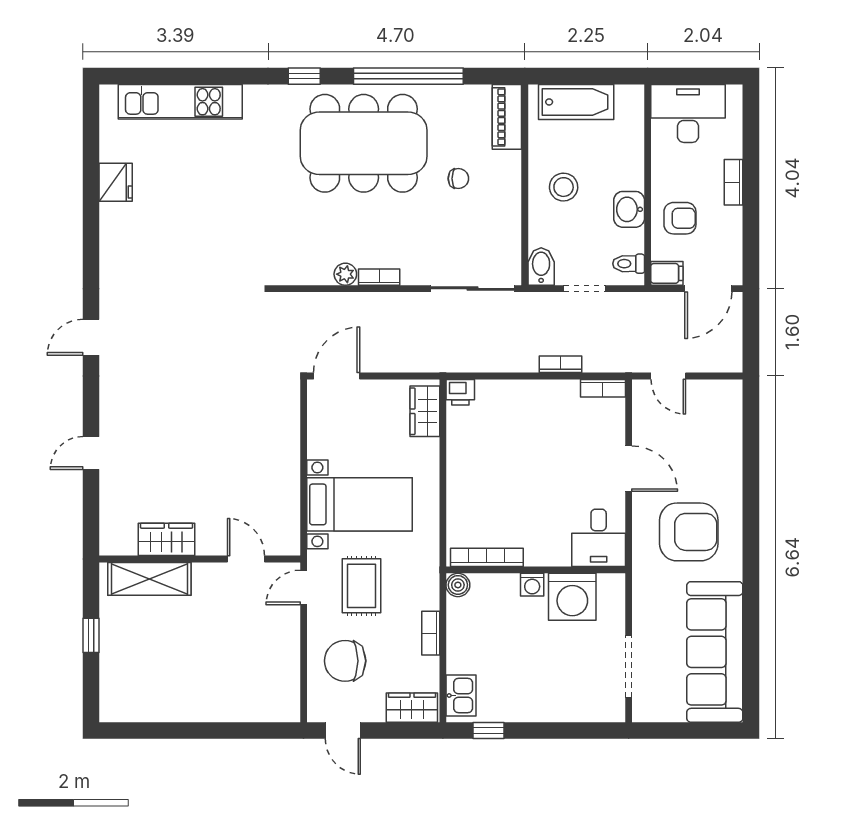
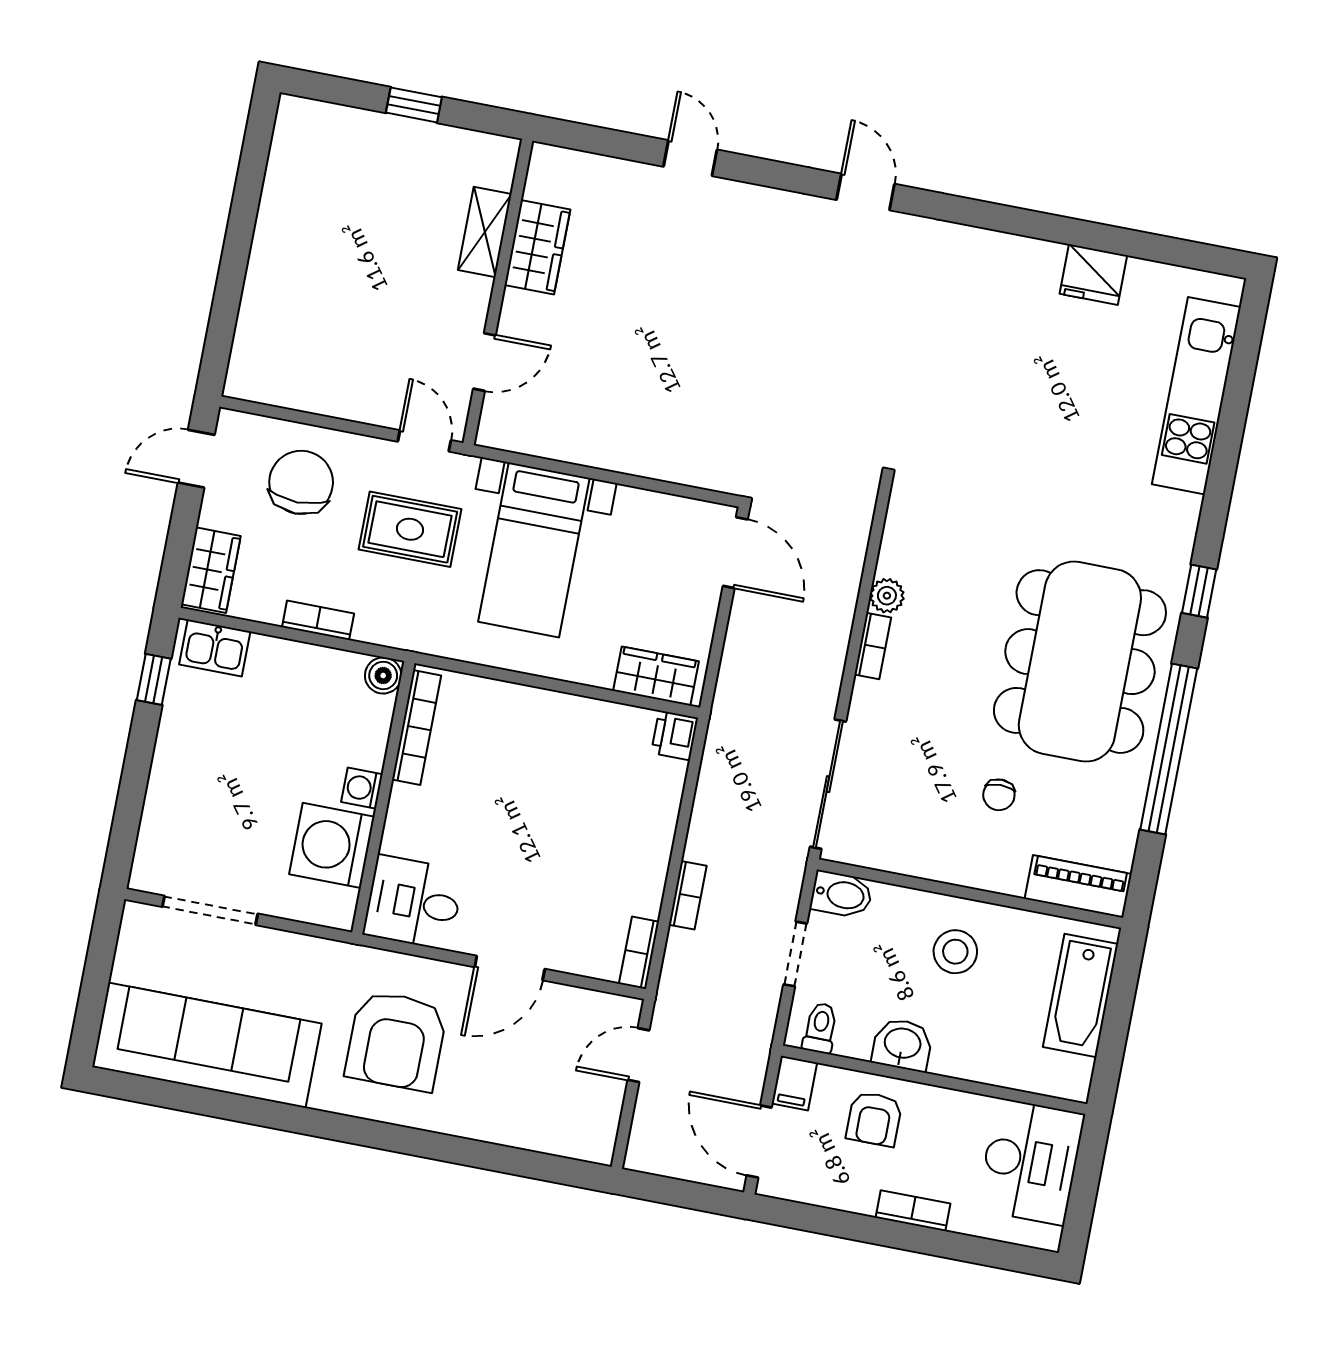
shelving: (149, 579) -> (485, 232), width x0.67, depth x0.75

